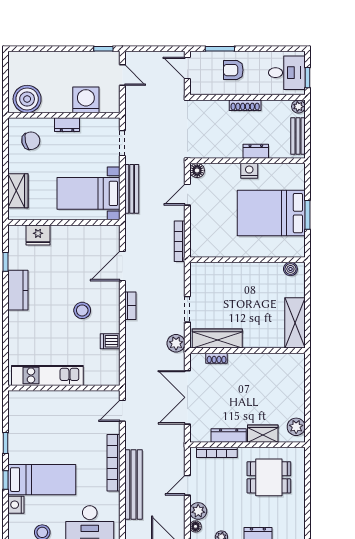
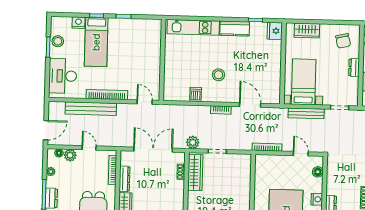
floor lamp: (197, 170) -> (318, 172), moved
fridge: (38, 235) -> (275, 31), moved
kitchen unit: (47, 375) -> (193, 27), moved, turned 90

